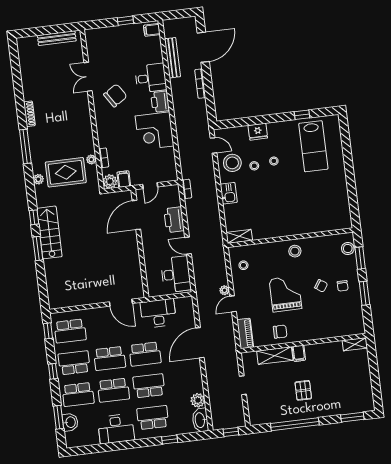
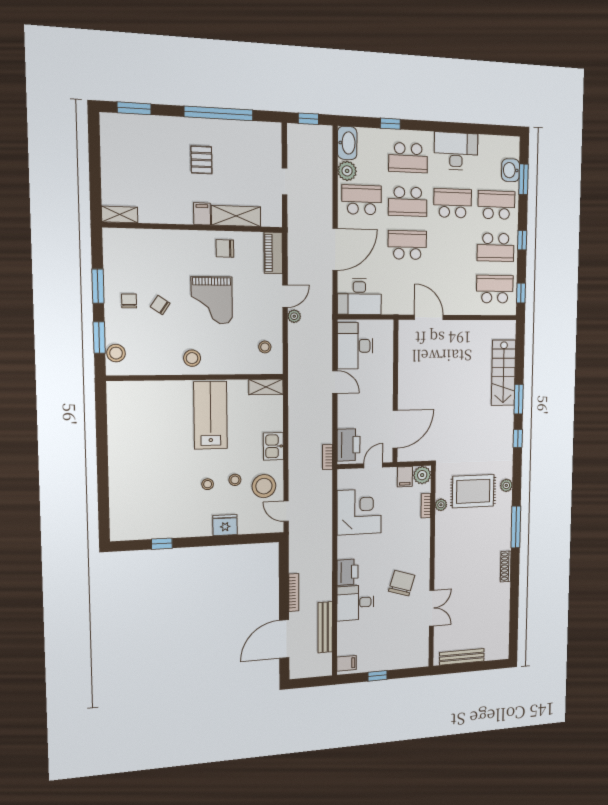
chair: (115, 95) -> (402, 583), turned 140
corner desk: (155, 131) -> (359, 512), moved
lab bench: (313, 146) -> (211, 415), moved
printer: (174, 220) -> (349, 445), moved
stairs: (49, 232) -> (503, 373), moved
desk: (158, 313) -> (359, 297), moved
school desk: (110, 358) -> (362, 200), moved

